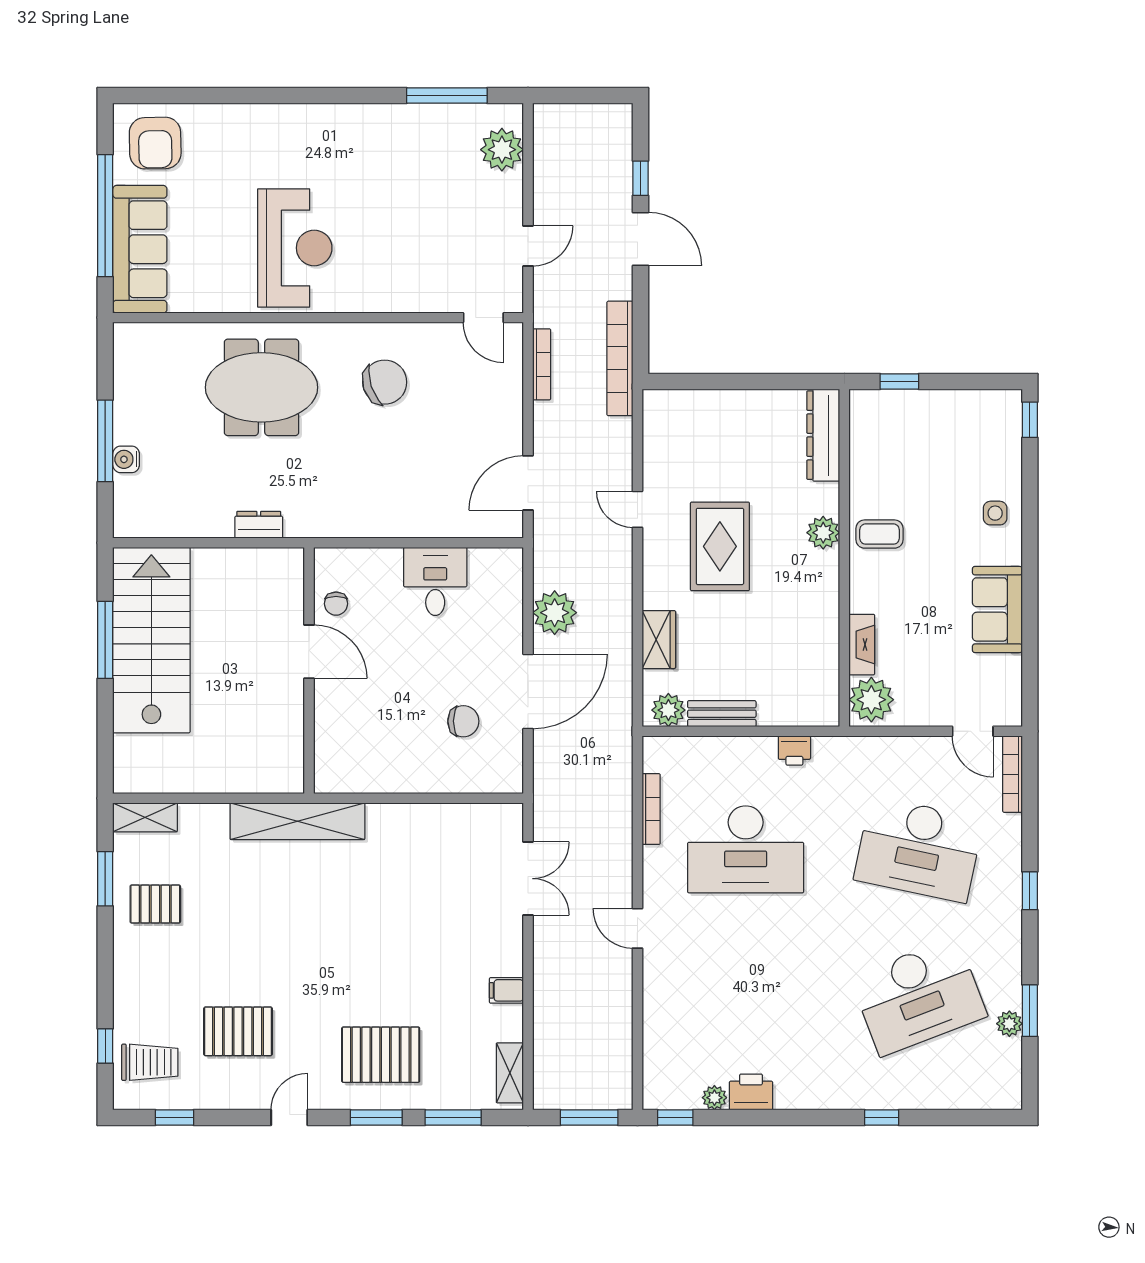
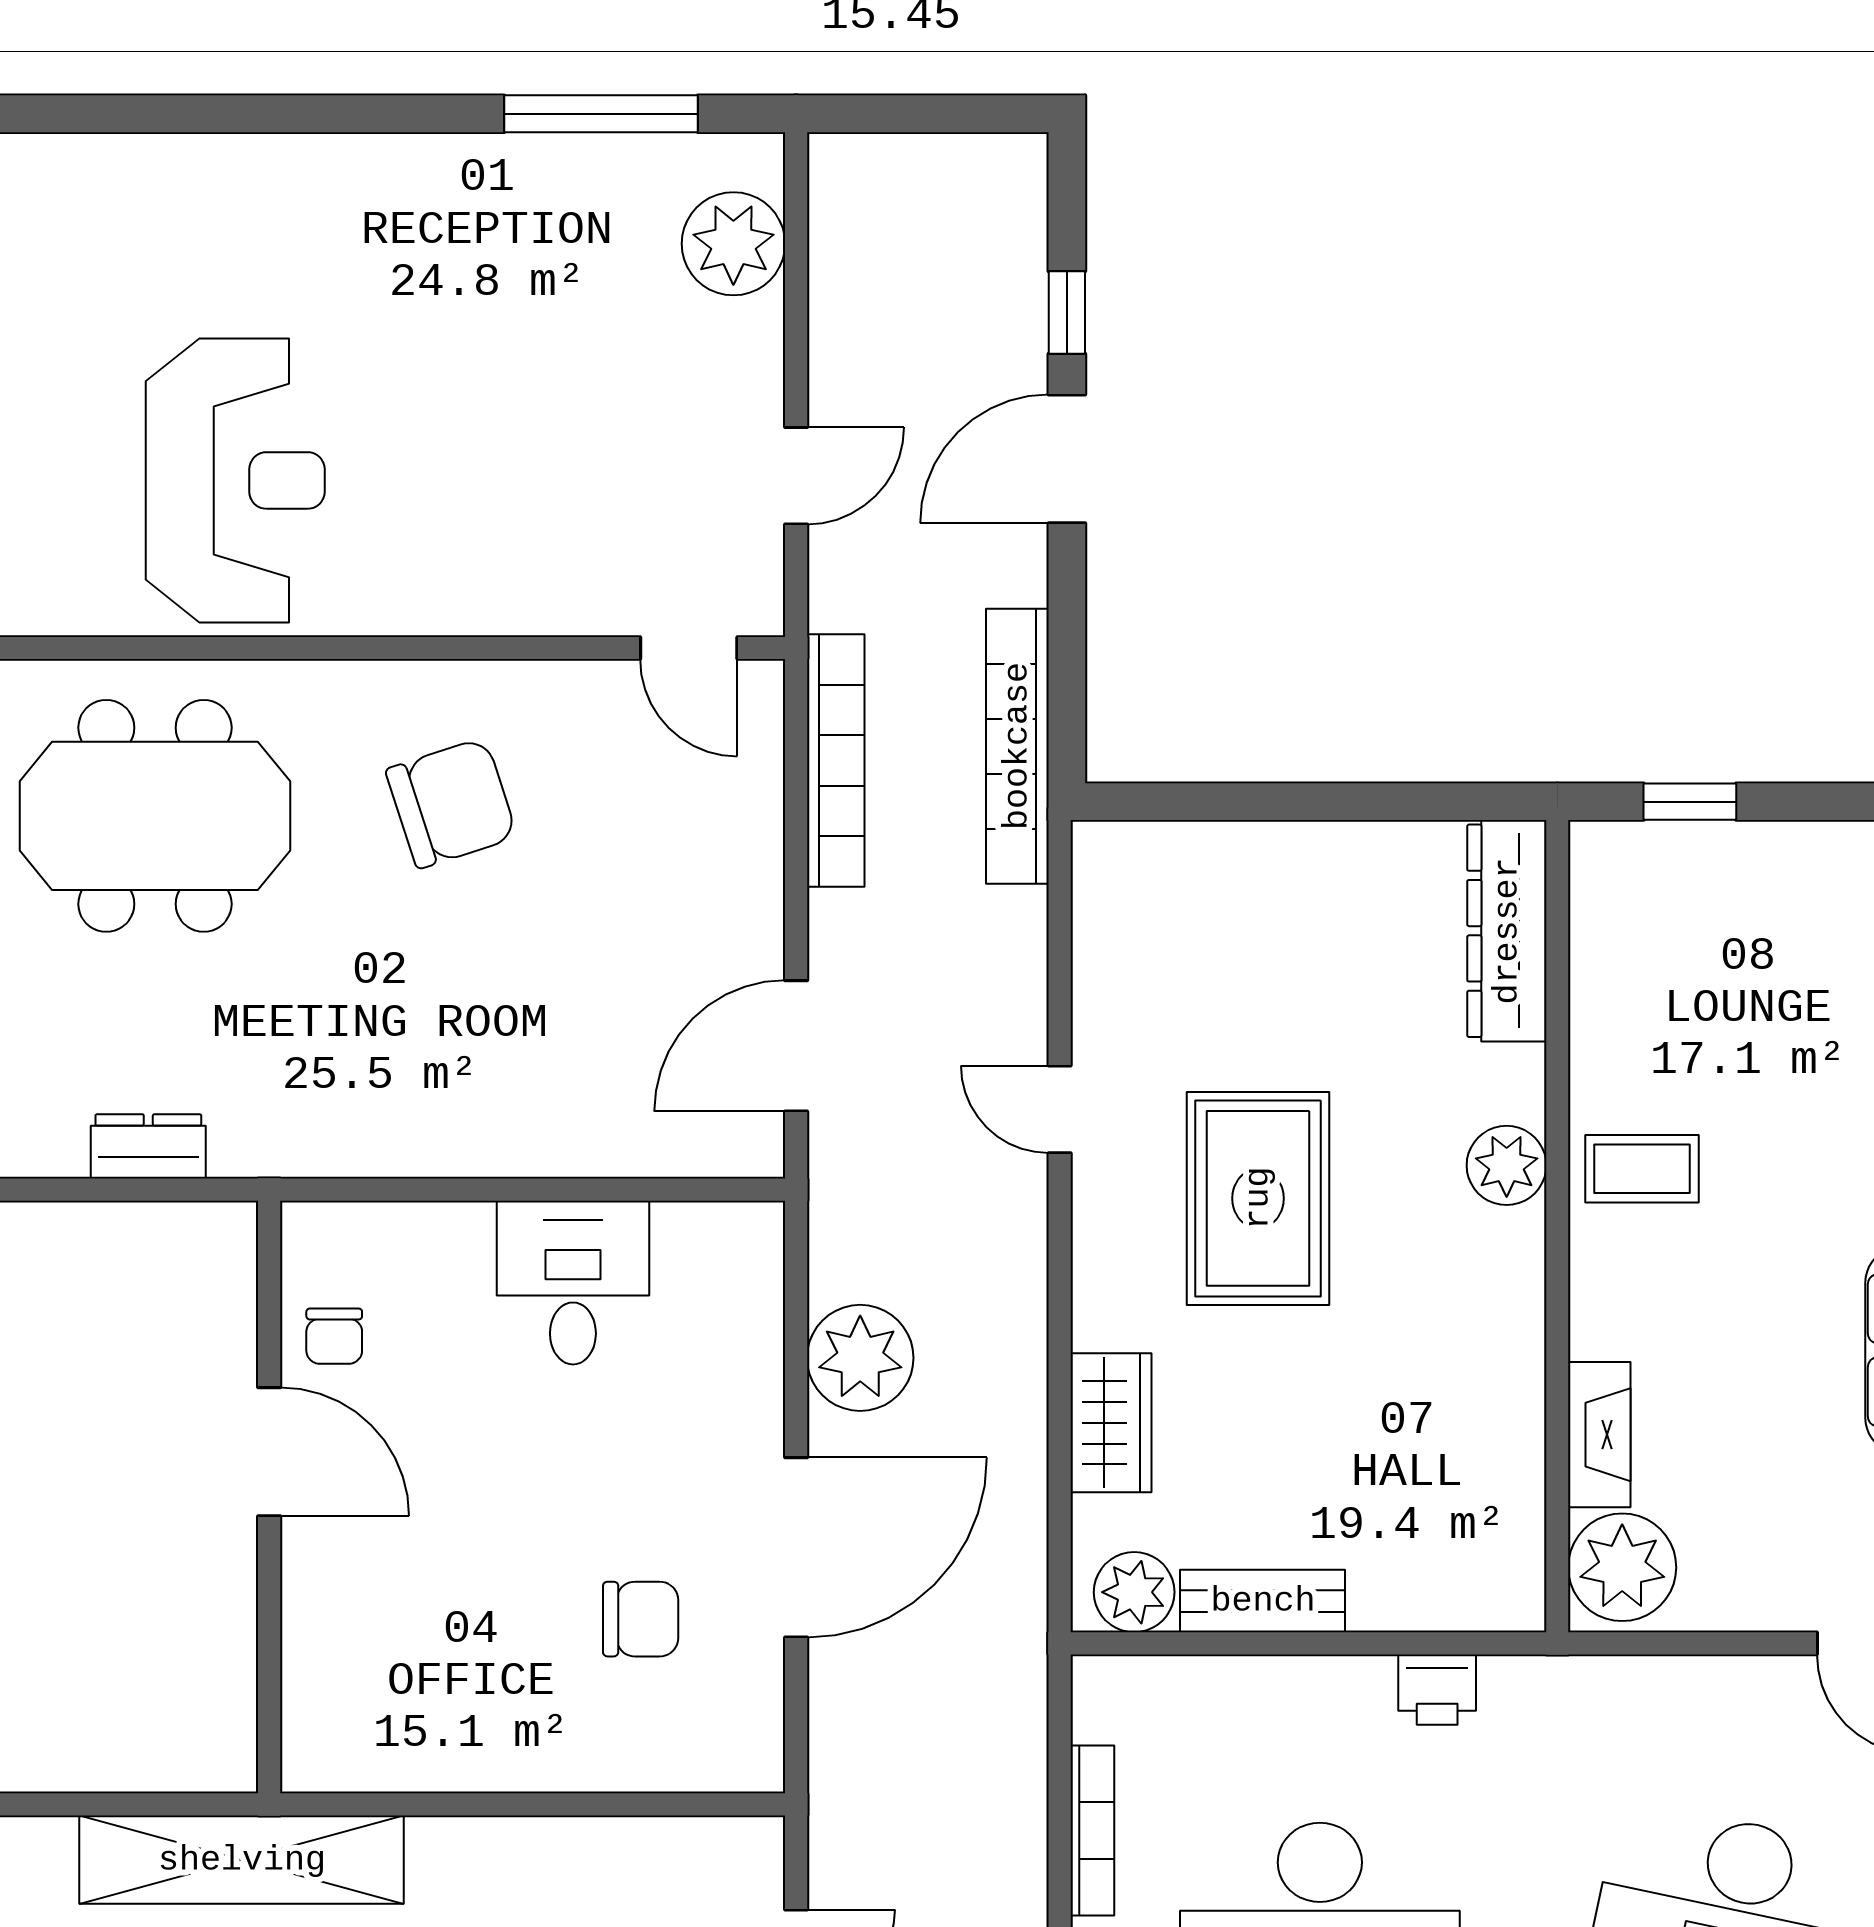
door: (641, 239) -> (1067, 459), swing flipped
bookcase: (542, 364) -> (836, 760), width x1.48, depth x1.31

